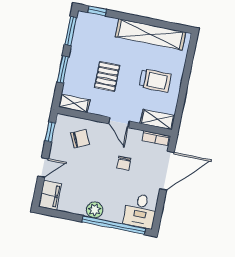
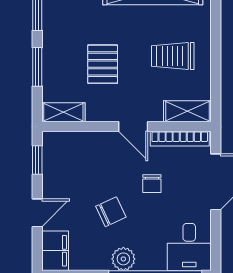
trolley: (155, 80) -> (173, 56), turned 180
bookcase: (156, 138) -> (180, 139), width x1.56
chair: (80, 139) -> (111, 212), moved

